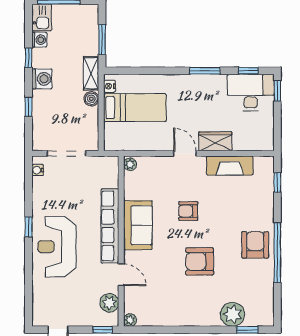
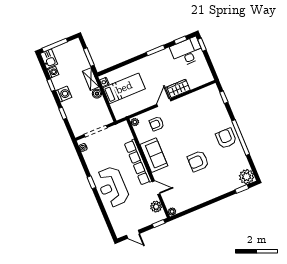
door: (185, 153) -> (164, 103), hinge flipped
fireplace: (230, 166) -> (192, 99), removed
armchair: (188, 211) -> (157, 124), moved
plant: (233, 314) -> (247, 177), moved

